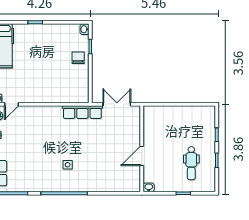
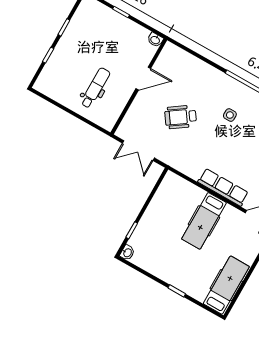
chair: (78, 58) -> (152, 225), removed
hospital bed: (44, 81) -> (204, 221), added
row of seats: (82, 112) -> (223, 187), moved
wheelchair: (101, 144) -> (181, 117), added
dental chair: (191, 163) -> (95, 88), moved

